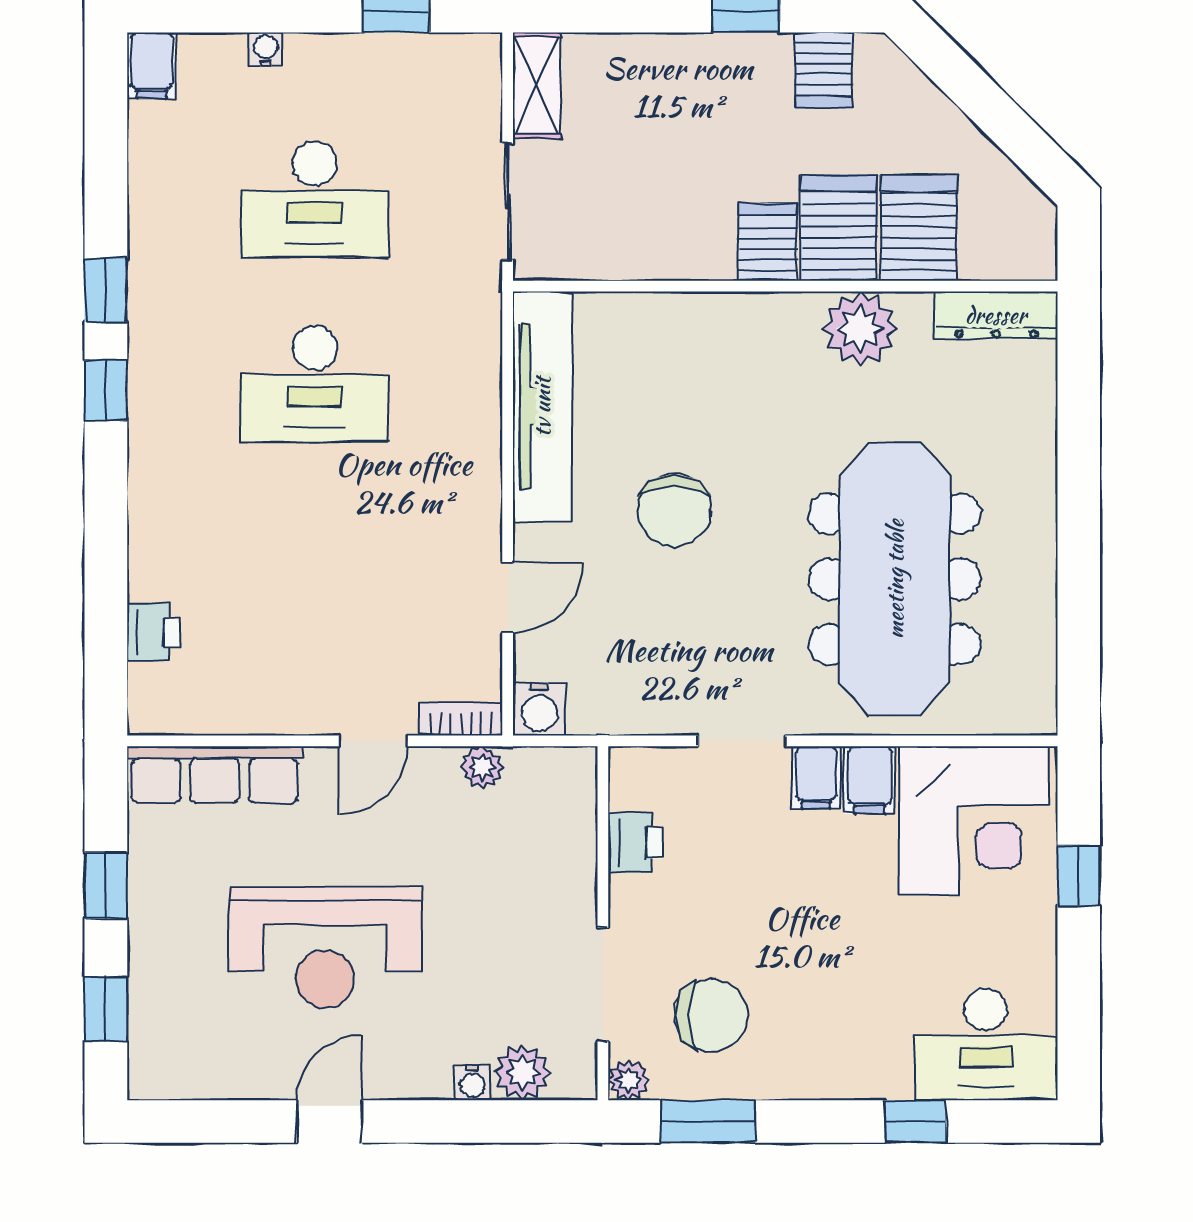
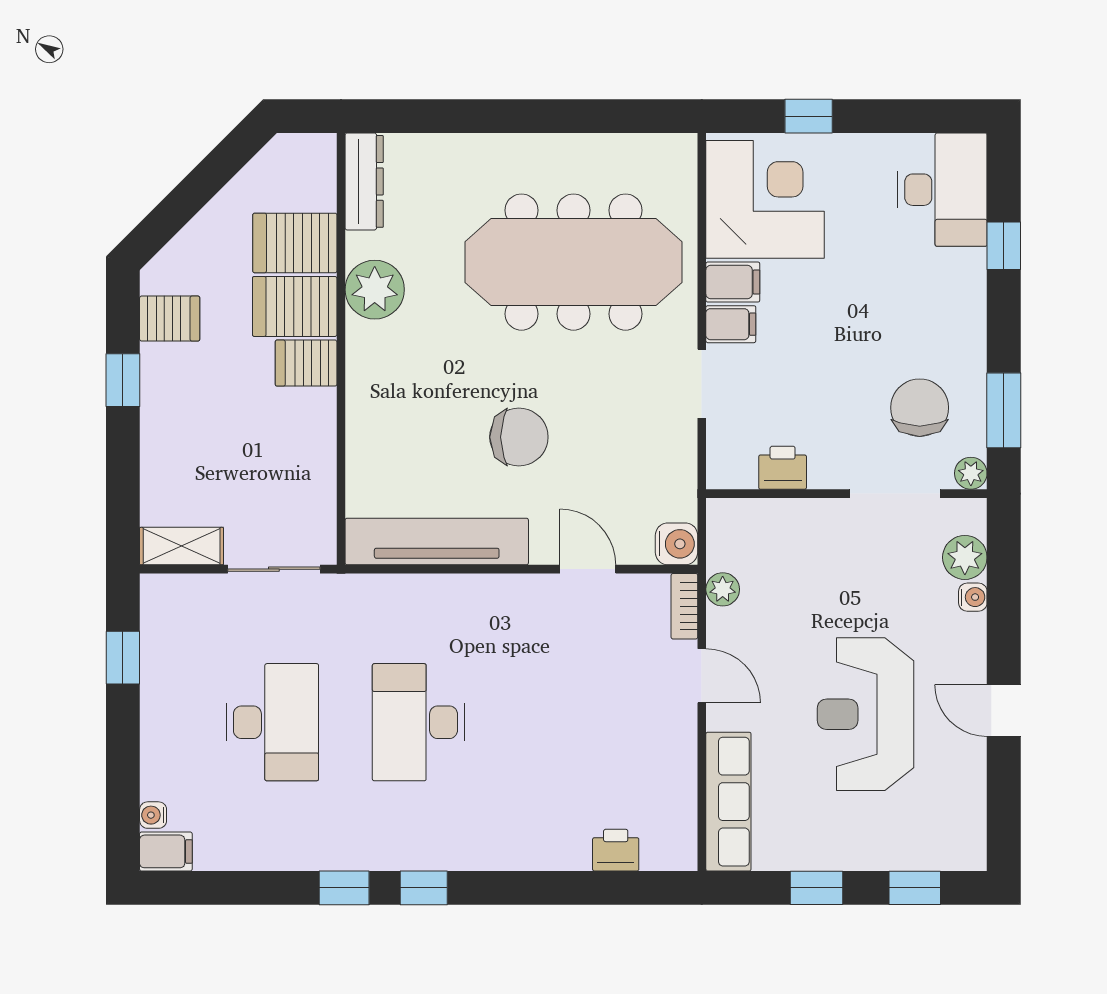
water cooler: (266, 49) -> (153, 815), moved
desk: (315, 384) -> (419, 722), turned 180
reception desk: (325, 947) -> (866, 714), turned 180

